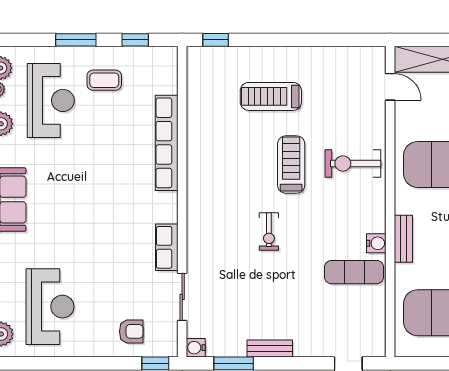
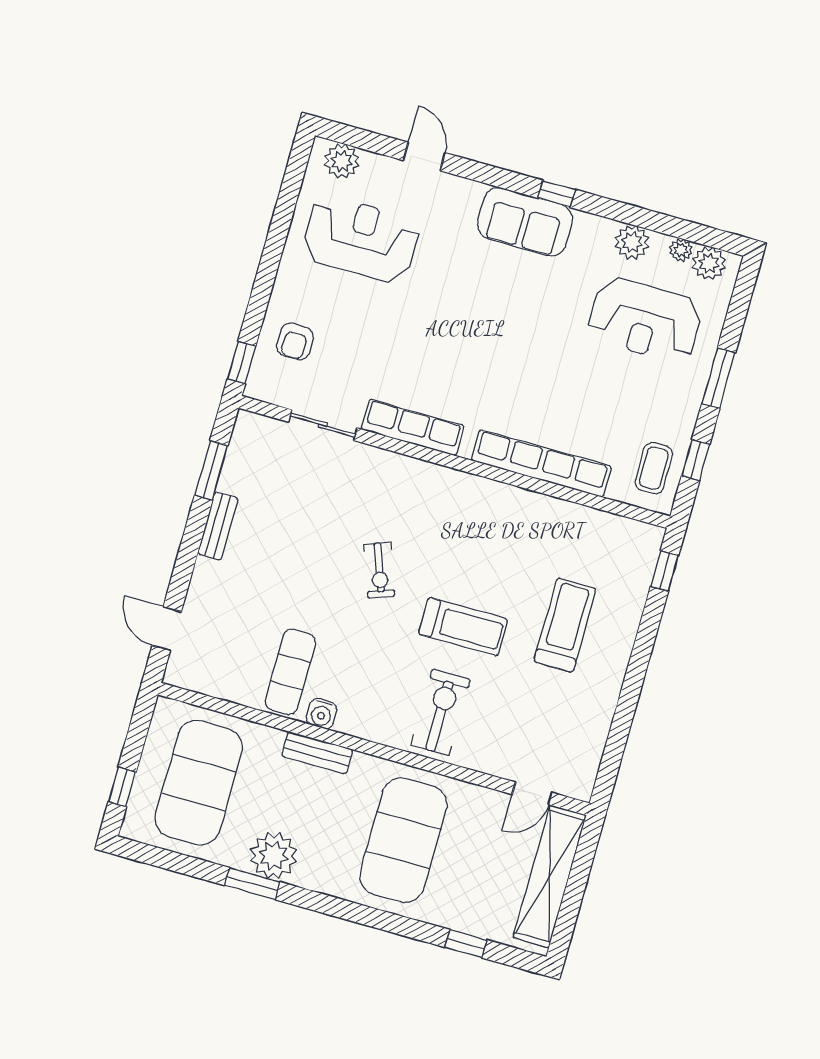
coffee table: (104, 80) -> (654, 468), moved
exercise bike: (269, 232) -> (379, 570), turned -110
row of seats: (167, 247) -> (413, 427), width x1.48
reception desk: (50, 307) -> (361, 239), turned 180
water cooler: (196, 348) -> (248, 424), removed

